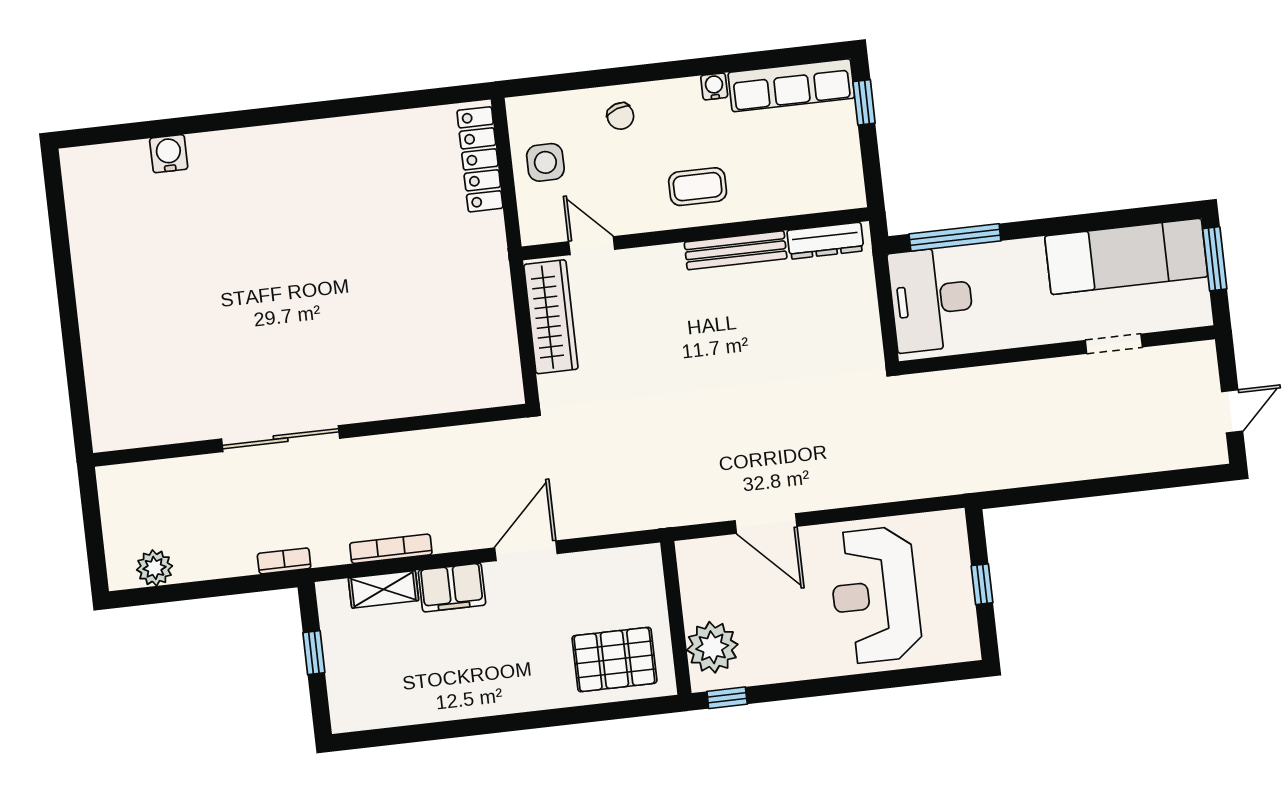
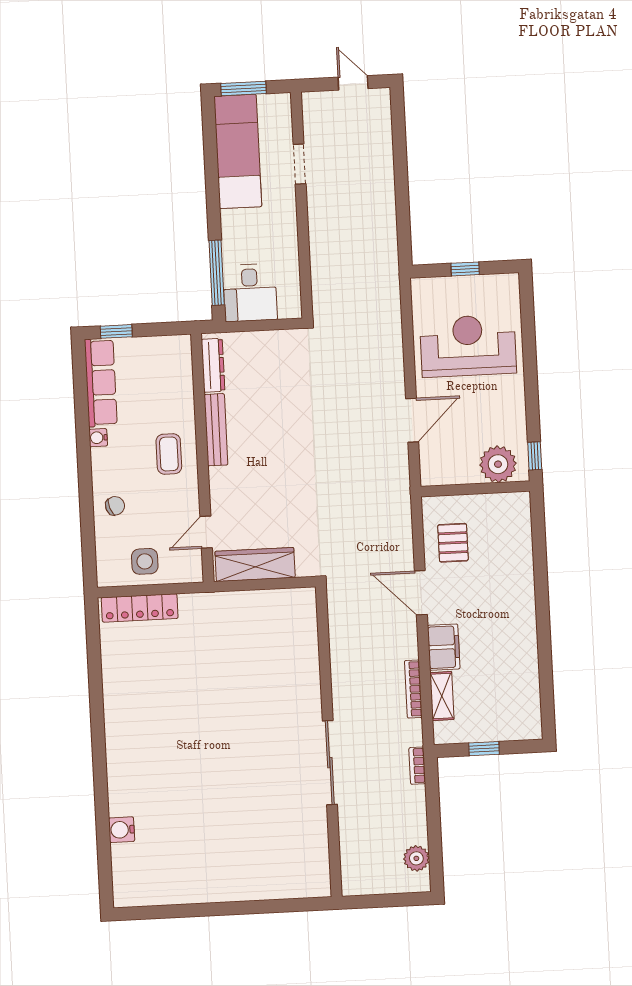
desk: (932, 299) -> (250, 293), width x0.73
reception desk: (875, 595) -> (468, 346), turned 180
pallet: (614, 659) -> (453, 543), moved, width x0.67, depth x0.71

